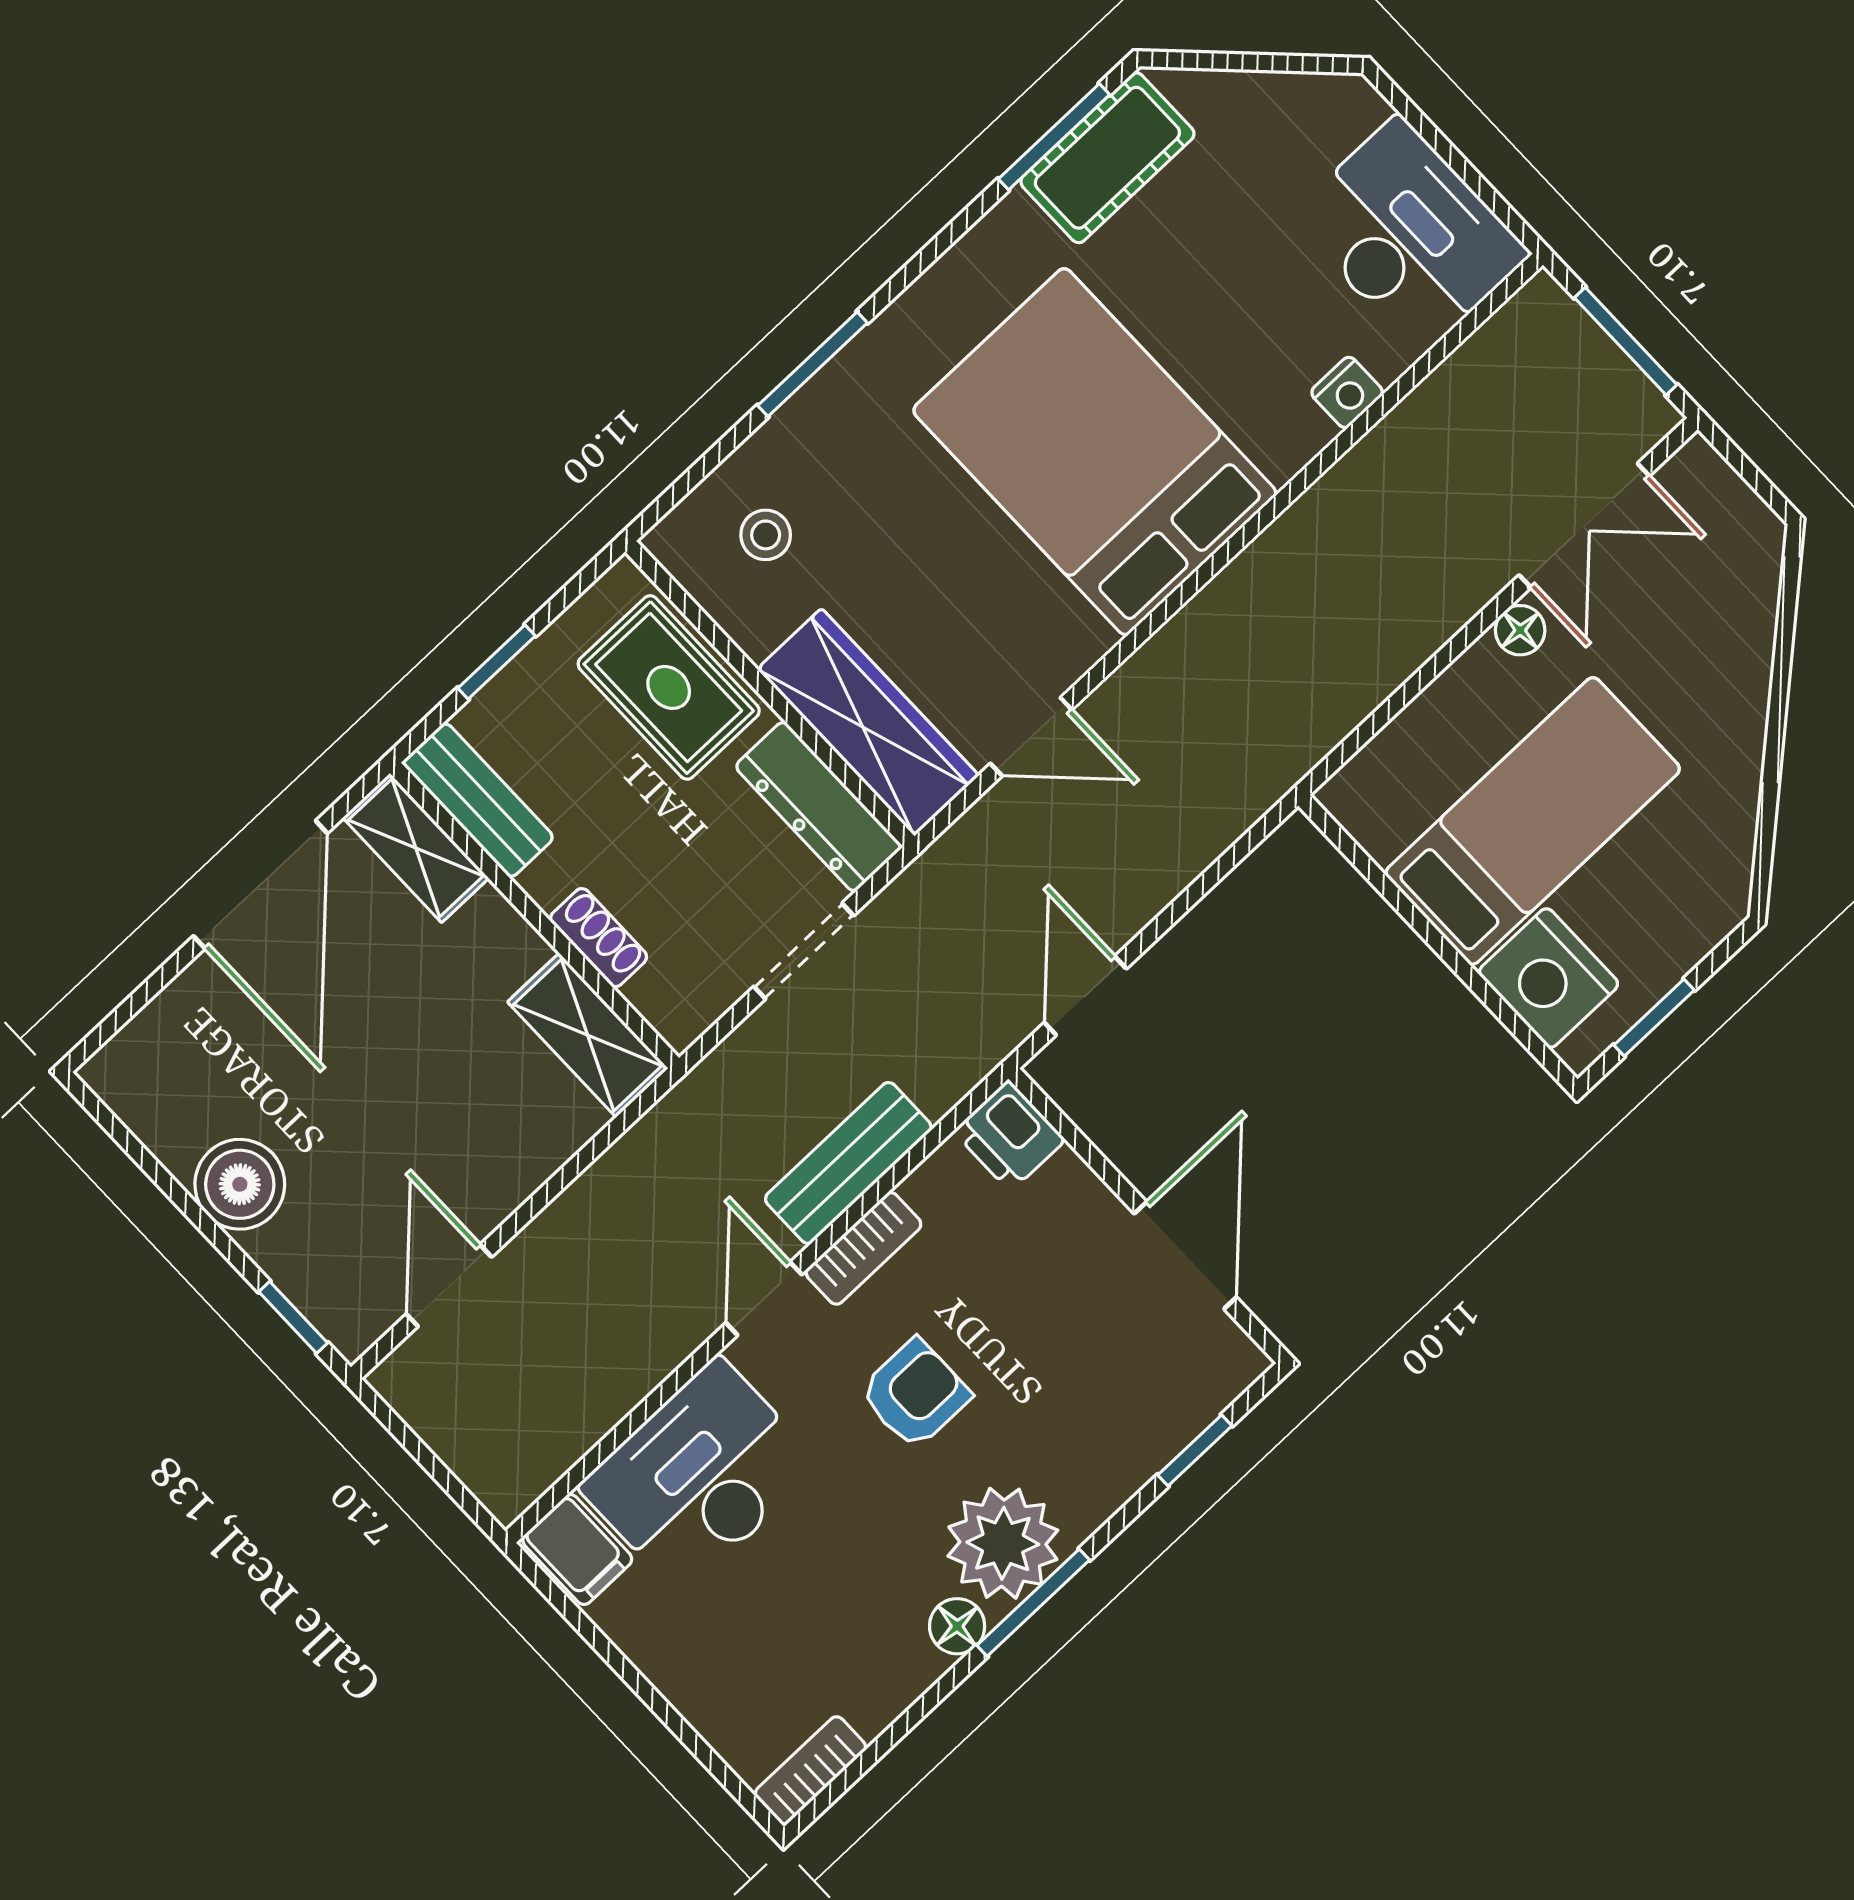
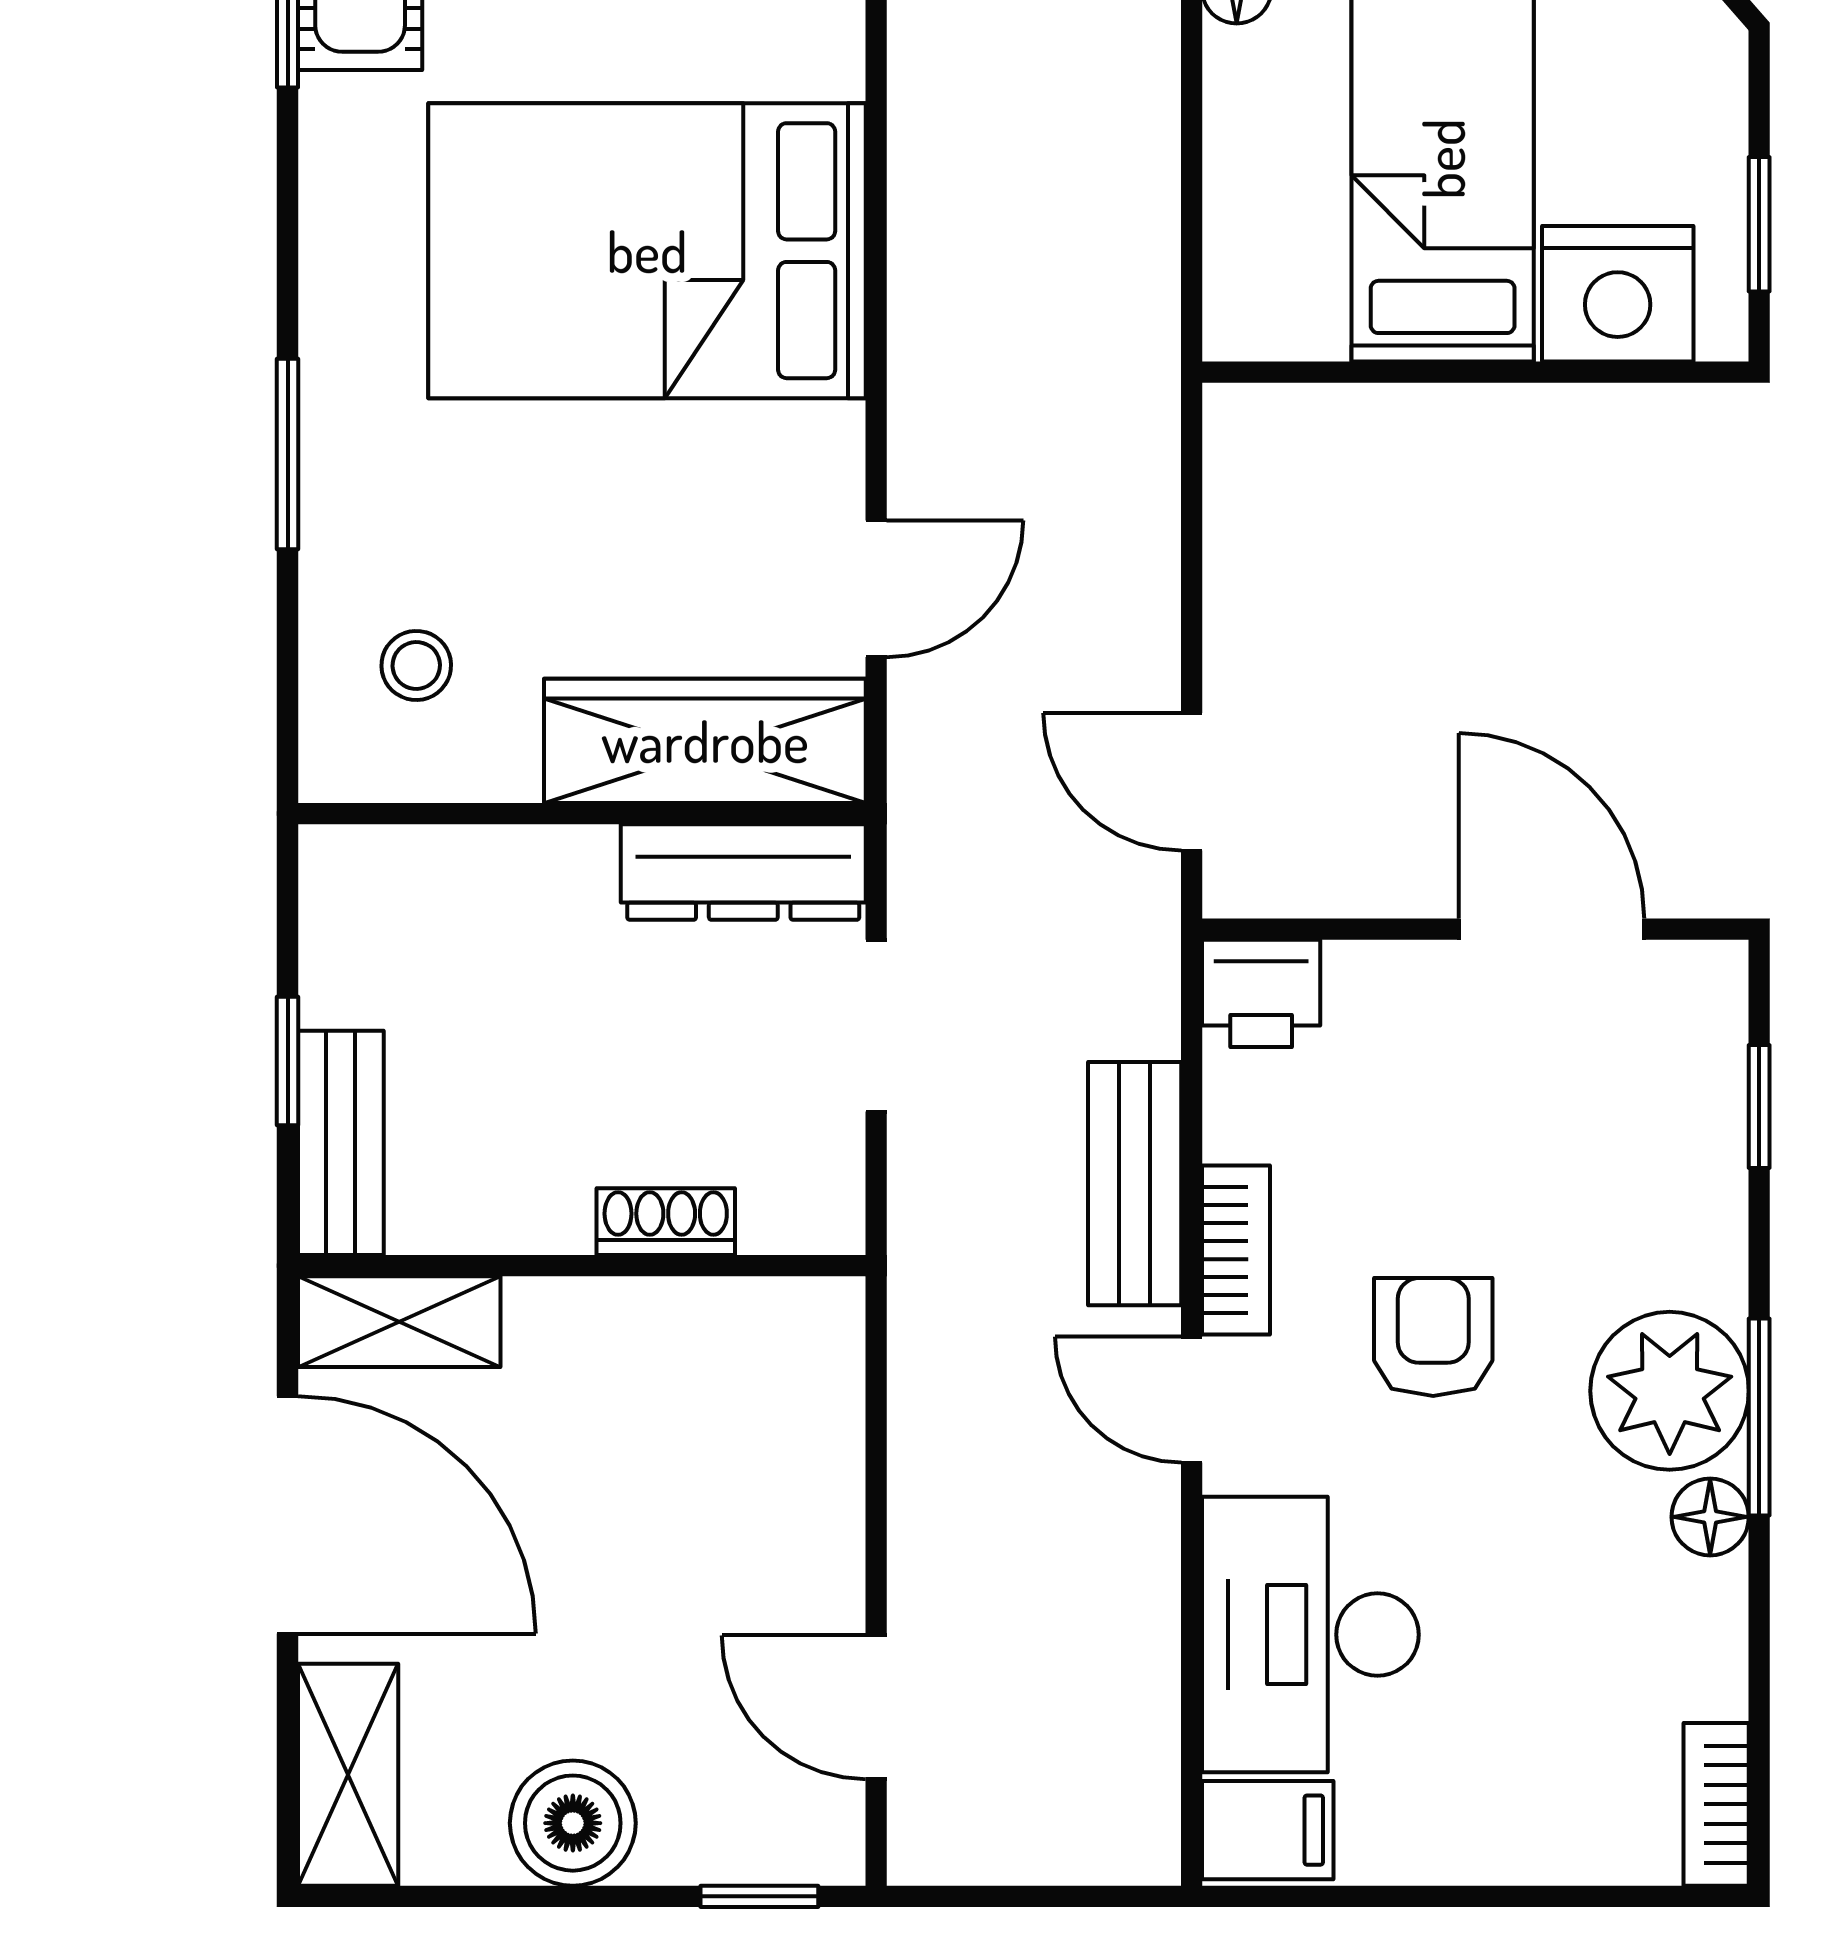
rug: (669, 687) -> (478, 910), removed
bench: (478, 800) -> (341, 1143), moved, turned 90
shelving: (588, 1035) -> (348, 1775), moved, turned 90

